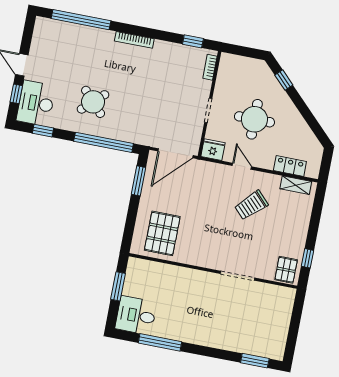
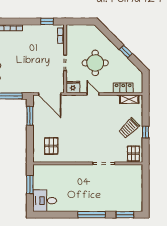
window: (284, 80) -> (126, 52), moved
door: (175, 153) -> (50, 94), hinge flipped
trolley: (251, 205) -> (129, 128), moved
pallet: (162, 233) -> (51, 146), width x0.67, depth x0.71
window: (307, 258) -> (146, 132), moved
window: (160, 342) -> (92, 215), moved

